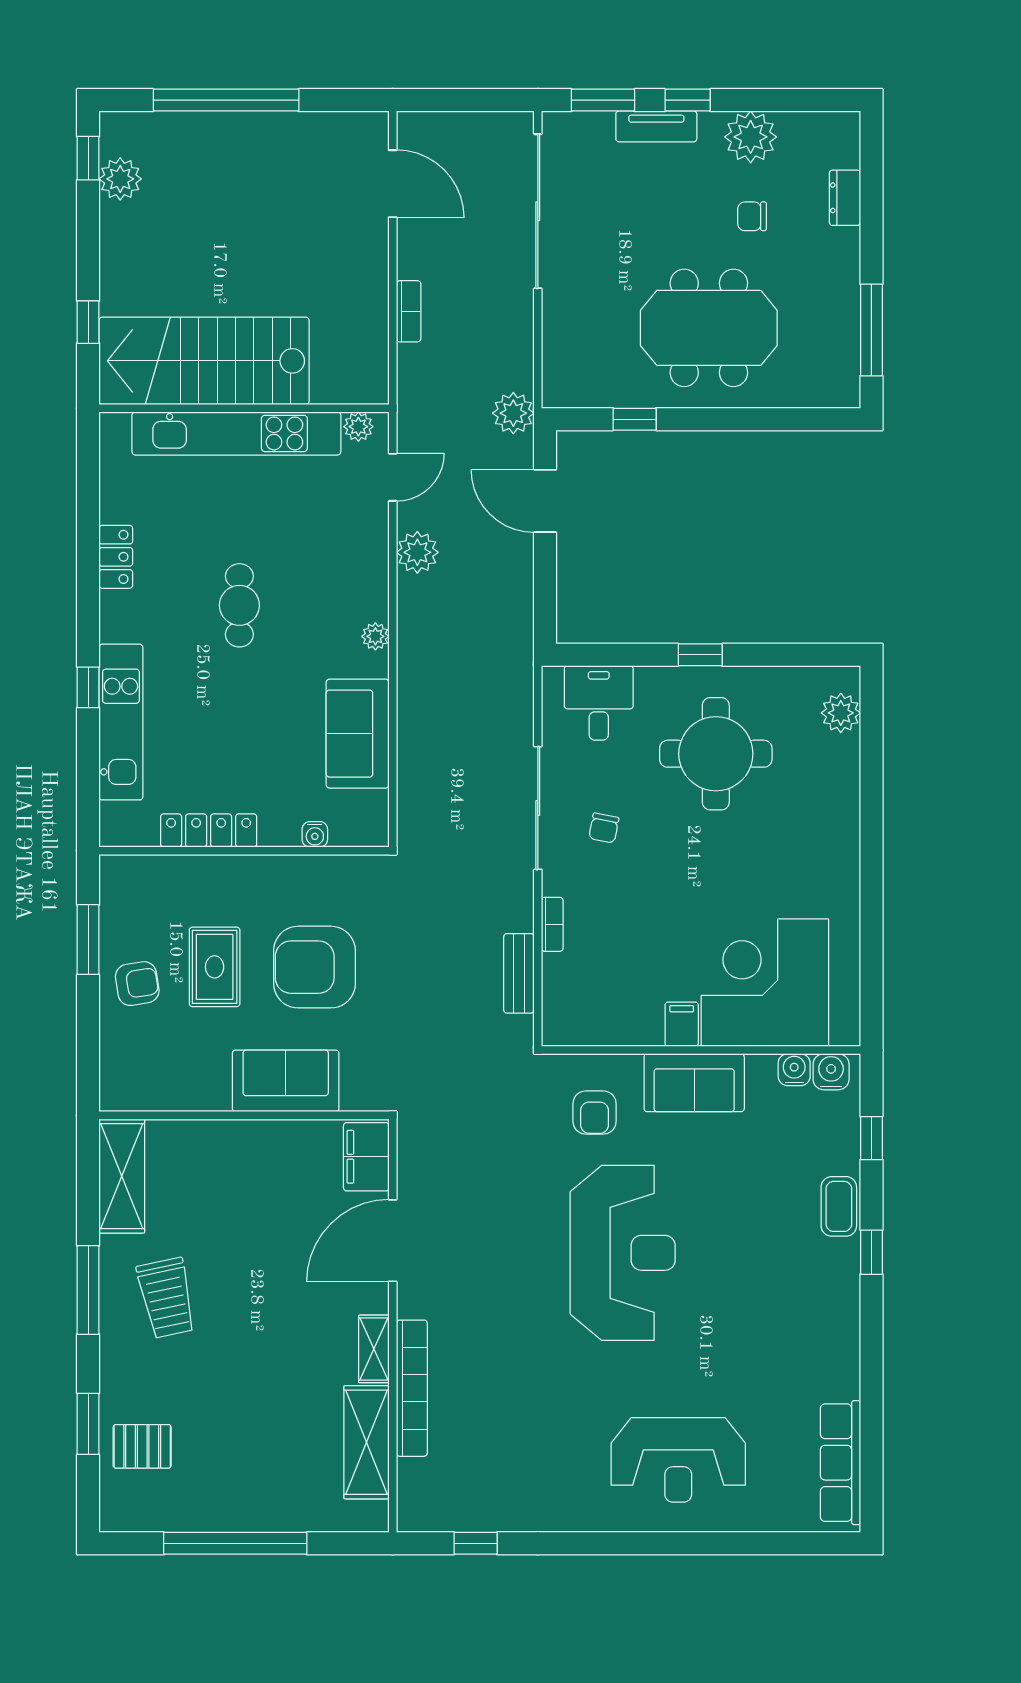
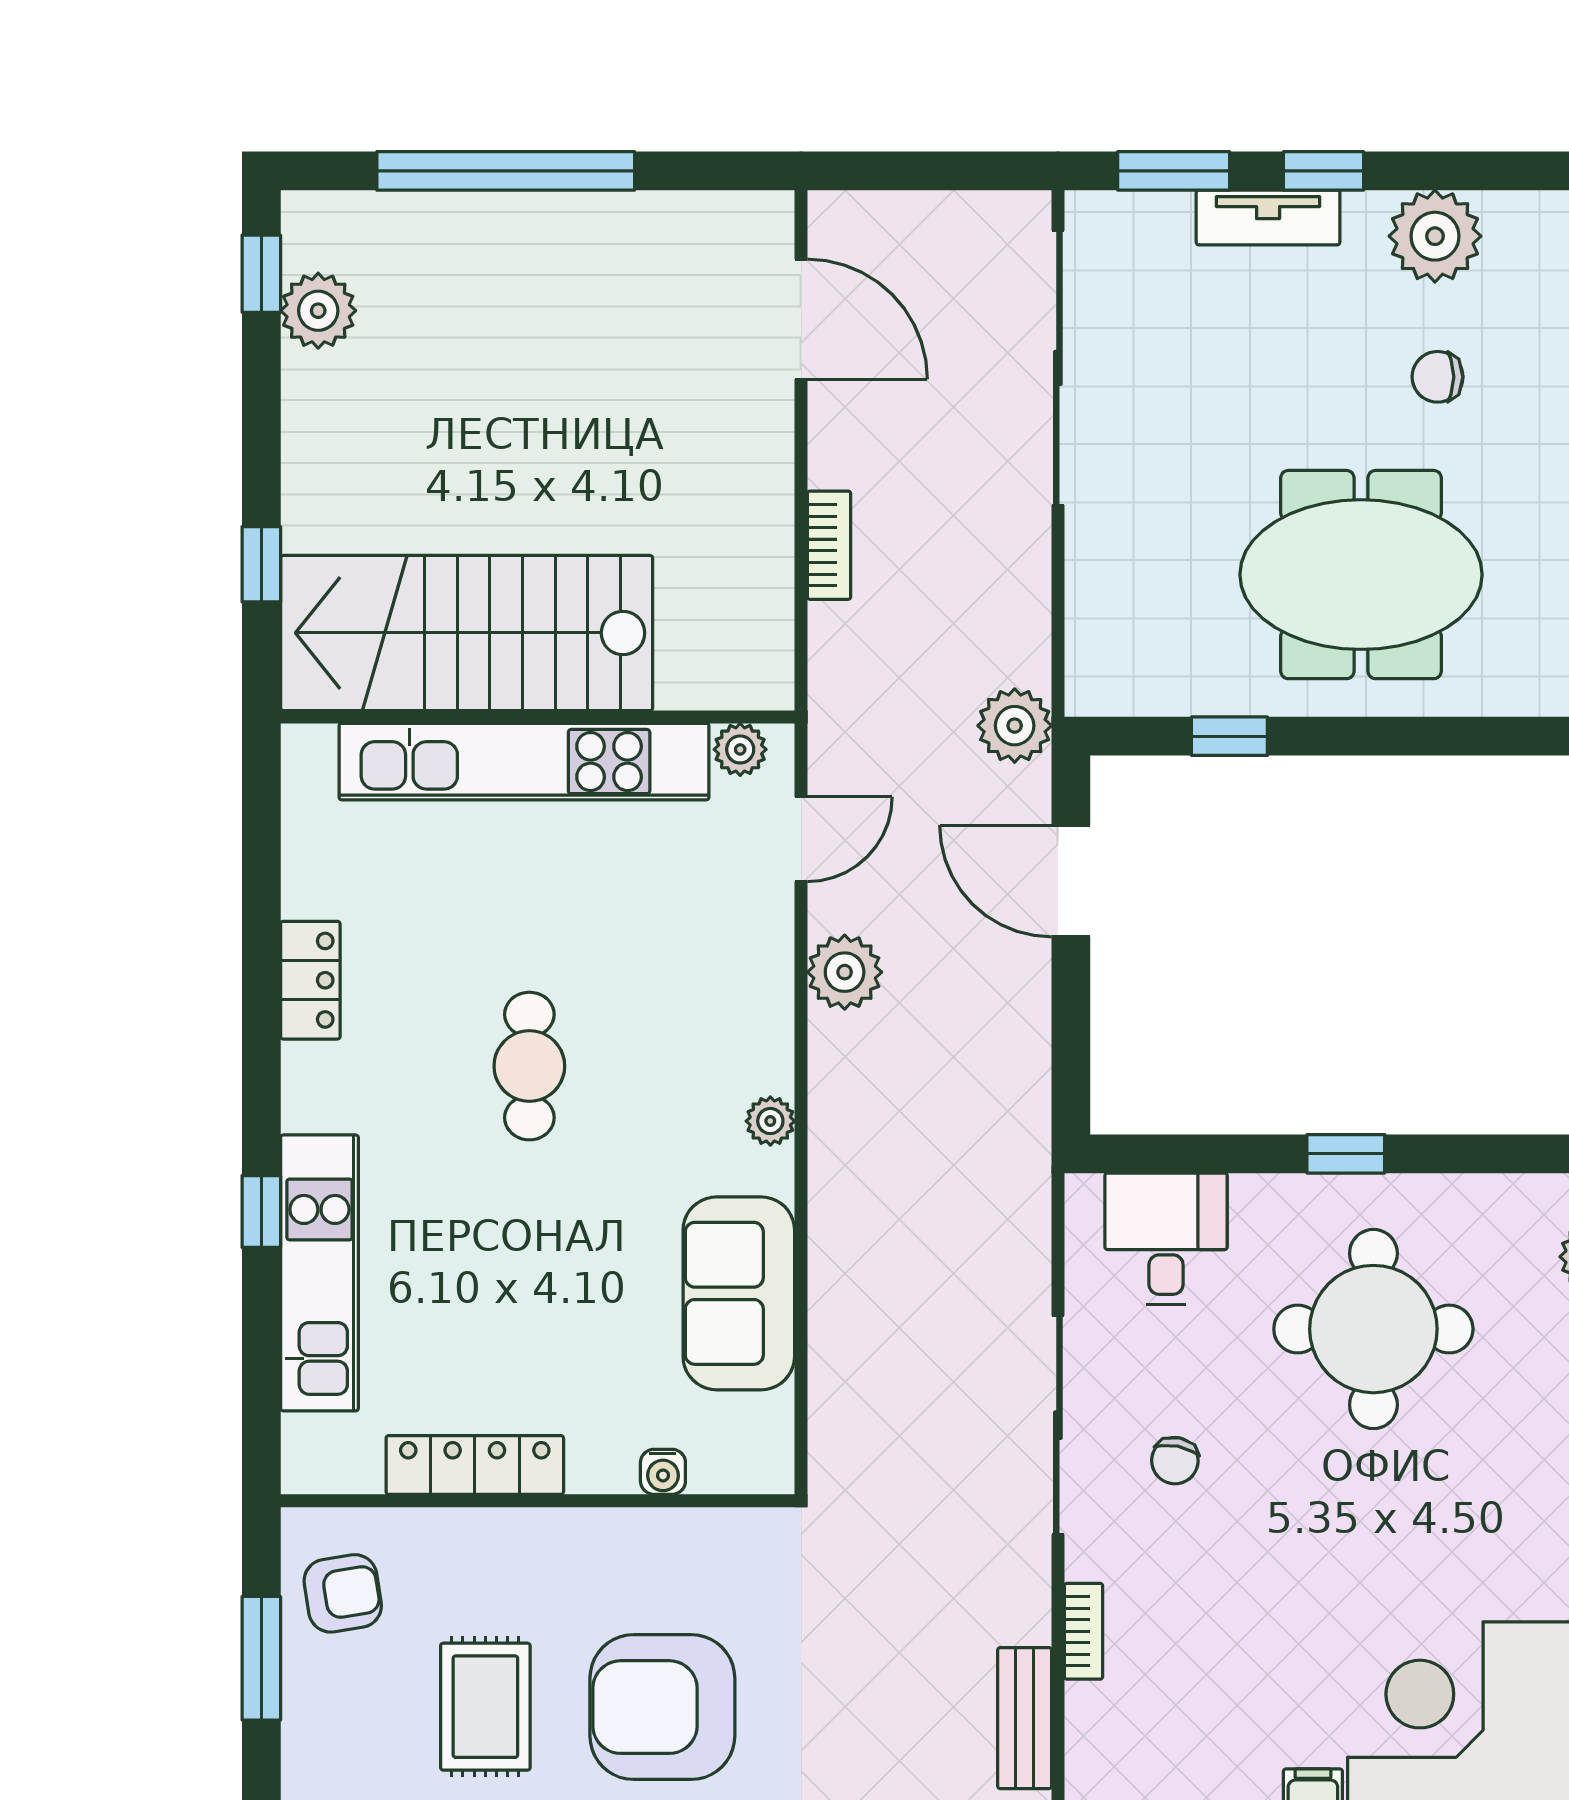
armchair: (137, 984) -> (343, 1593), moved

